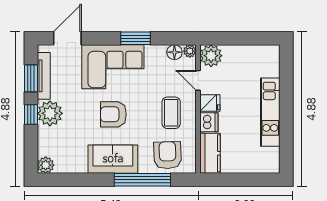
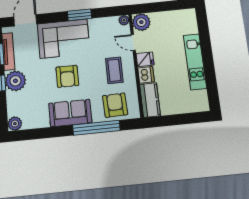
floor lamp: (174, 52) -> (112, 22), removed
armchair: (113, 114) -> (67, 76), turned -90

